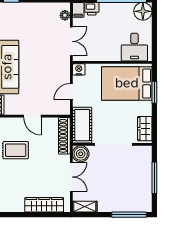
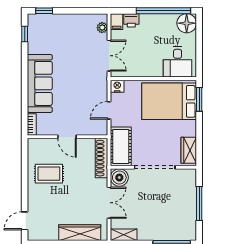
window: (154, 92) -> (199, 99), moved

